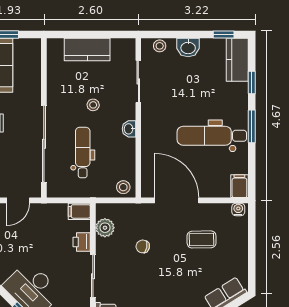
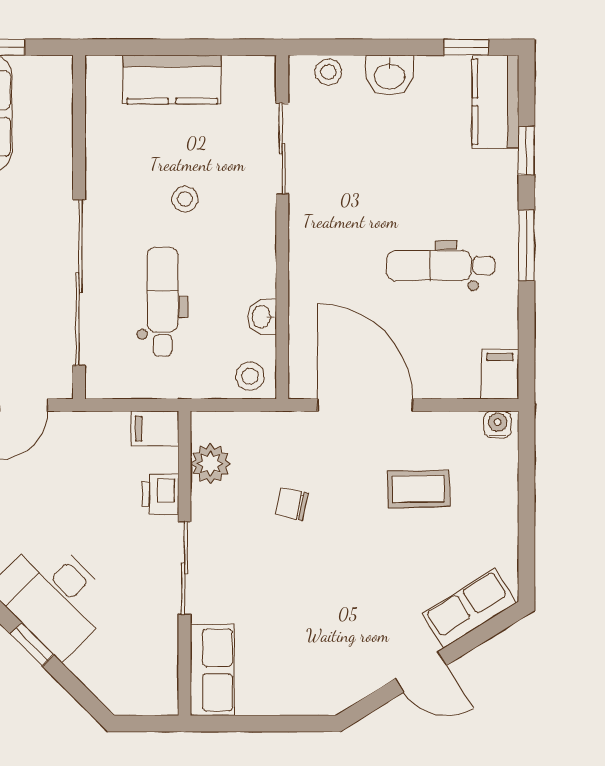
washbasin: (129, 129) -> (262, 317), moved
dental chair: (212, 136) -> (441, 266), width x0.73, depth x0.72

